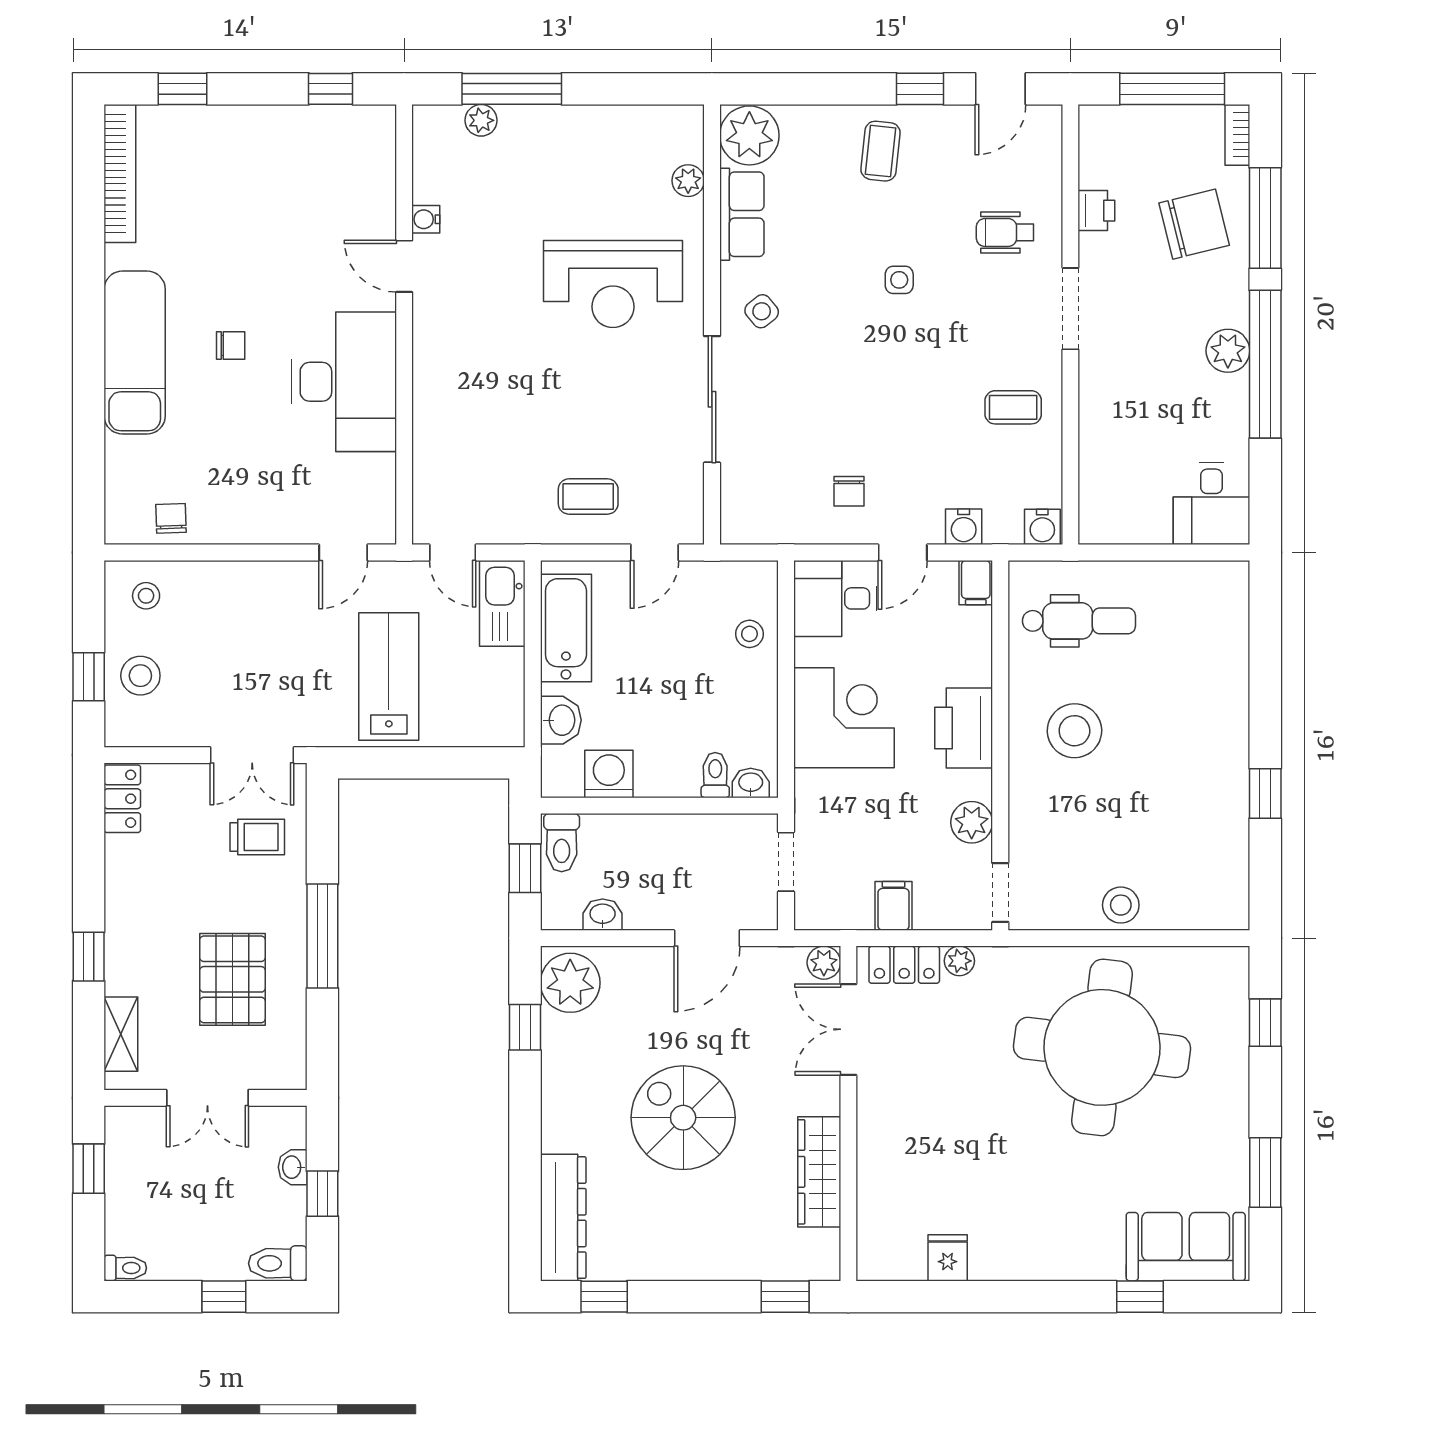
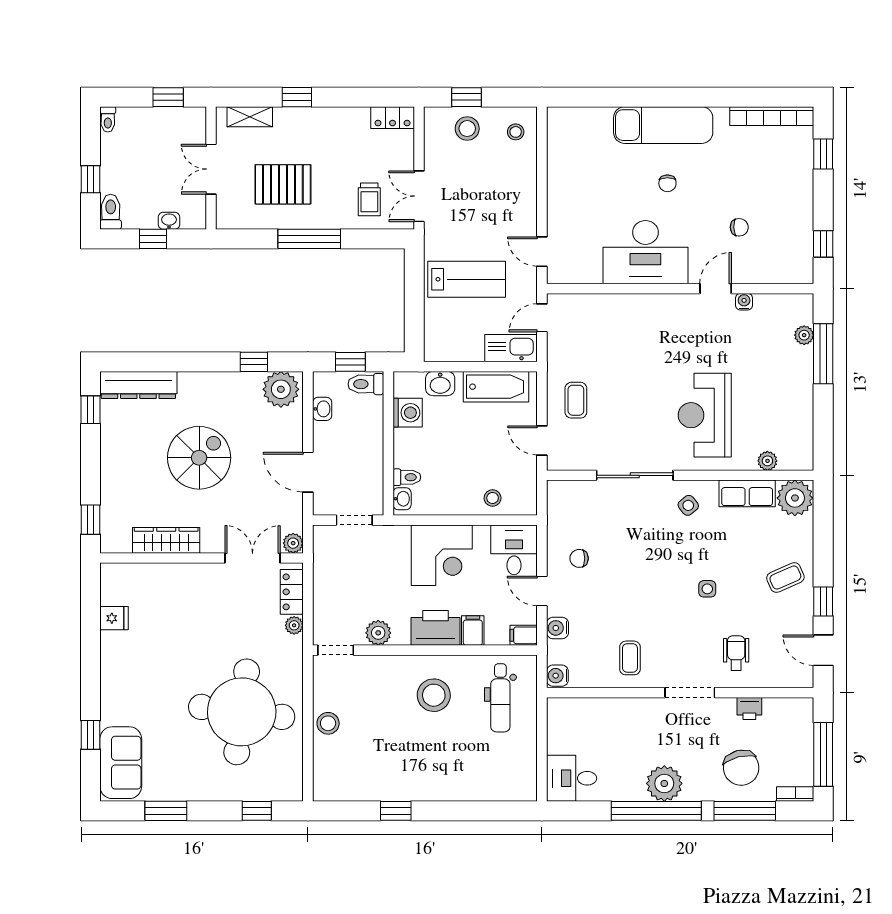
coffee table: (880, 151) -> (785, 577), turned -30
plant: (1228, 351) -> (664, 783), width x1.36, depth x1.36
chair: (171, 518) -> (739, 227), moved
filing cabinet: (894, 906) -> (473, 631), moved, turned -90

